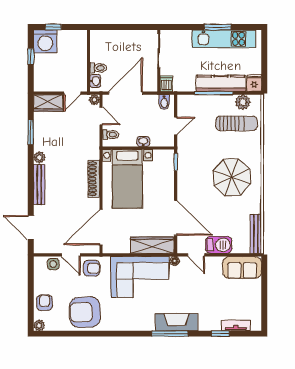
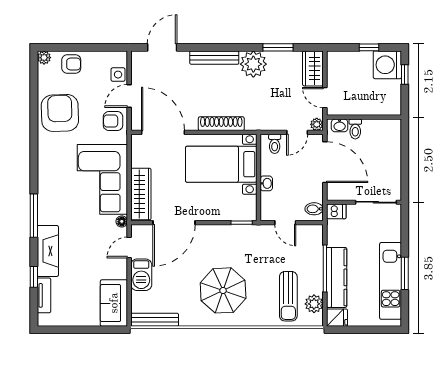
plant: (39, 157) -> (253, 64), width x1.88, depth x1.88
armchair: (92, 268) -> (113, 121), turned 90
fireplace: (177, 322) -> (48, 251), moved

